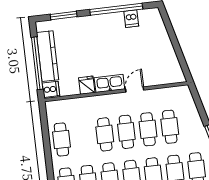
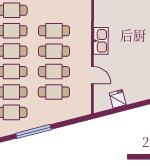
fridge: (87, 85) -> (118, 99), moved, turned -104
door: (135, 89) -> (92, 75), moved

